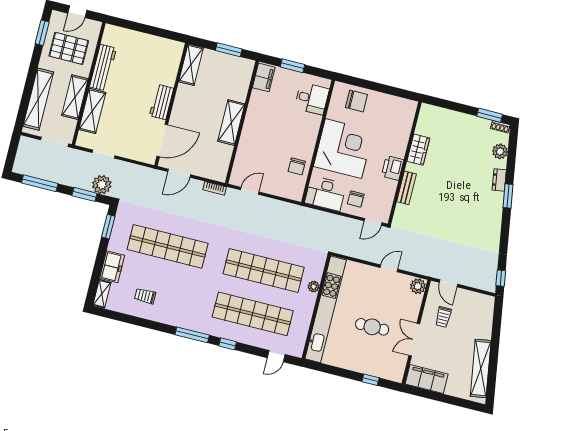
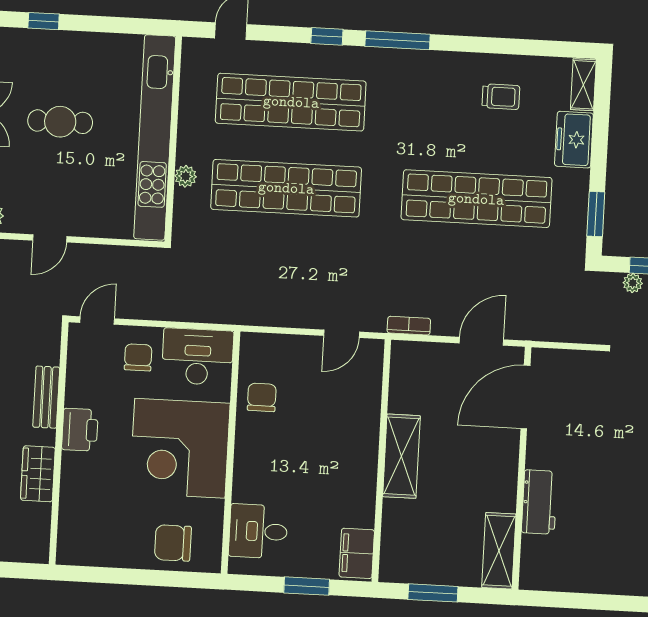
workbench: (161, 102) -> (539, 502), moved
plant: (102, 185) -> (633, 283), width x0.53, depth x0.53

